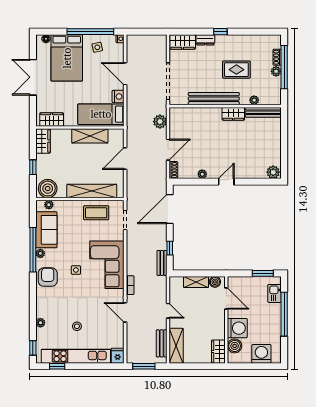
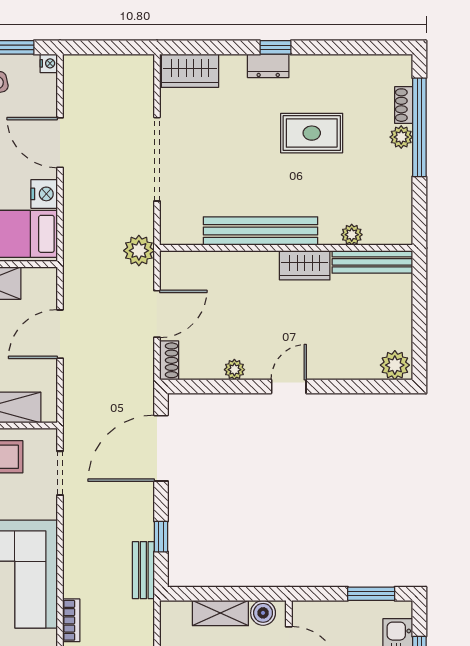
dresser: (205, 40) -> (268, 66), moved
bench: (214, 99) -> (261, 231), moved
plant: (254, 100) -> (352, 235), moved
wall: (225, 106) -> (286, 248), moved
bench: (263, 112) -> (372, 262), moved
wardrobe: (233, 114) -> (305, 265), moved

